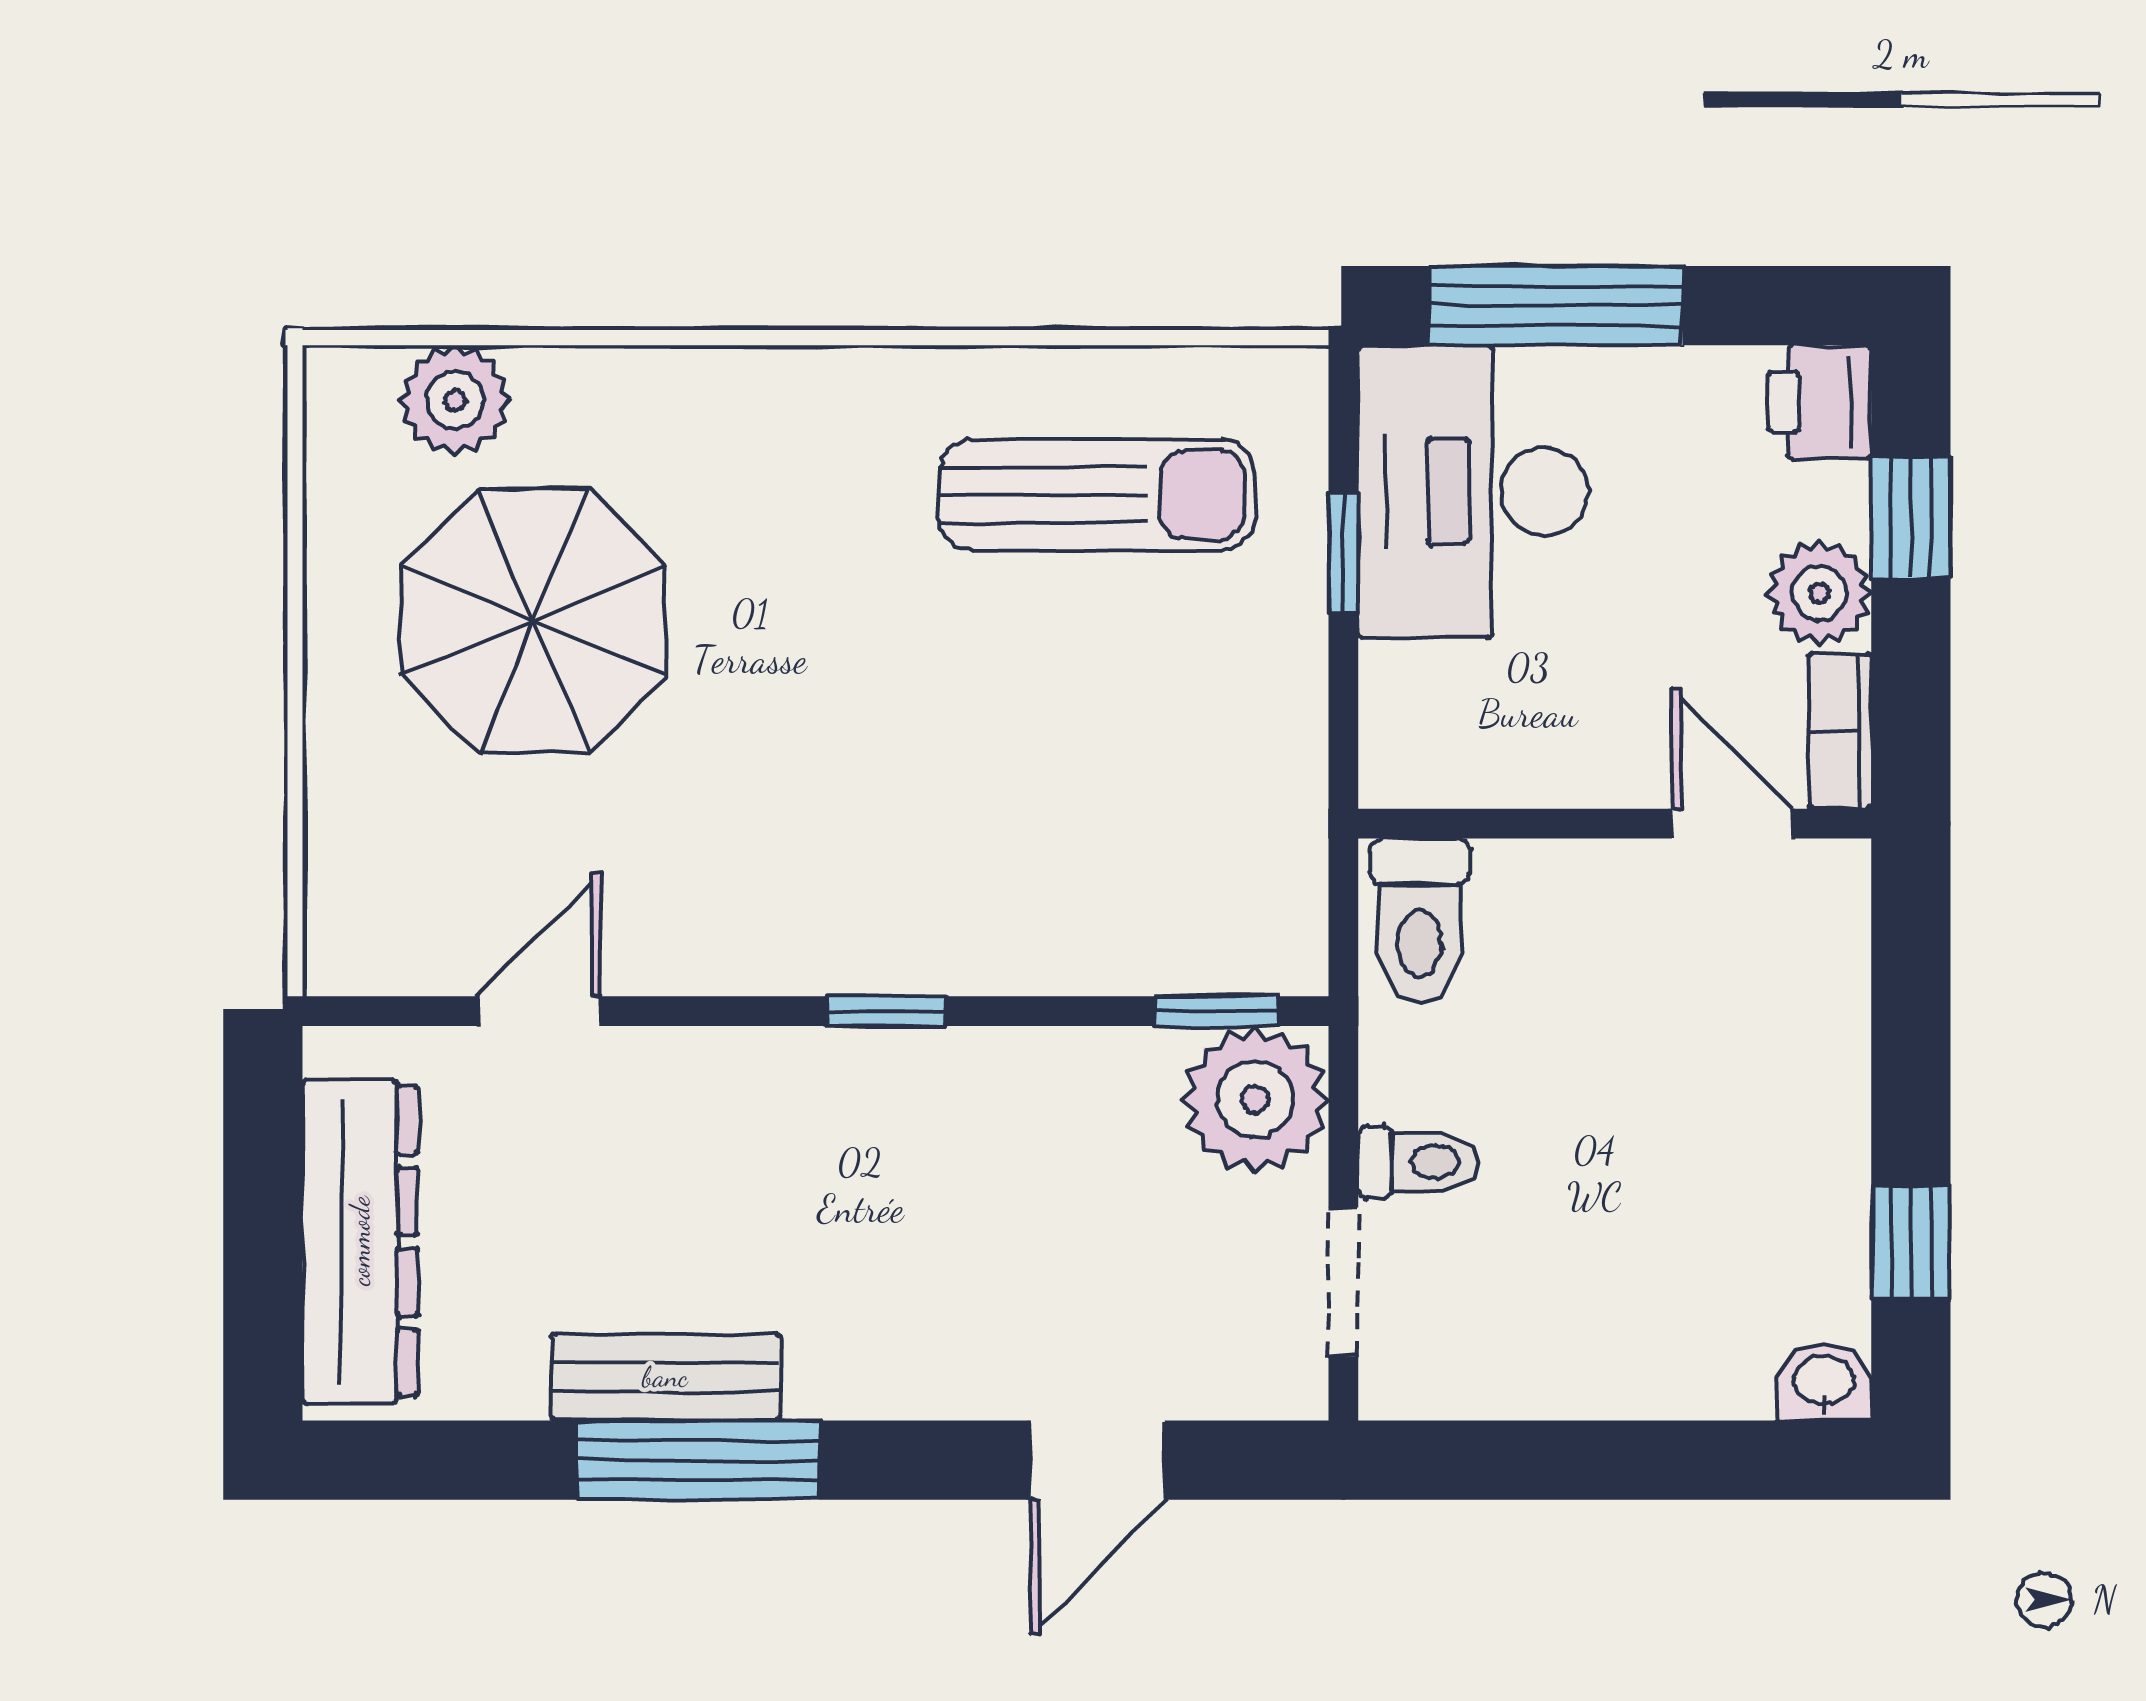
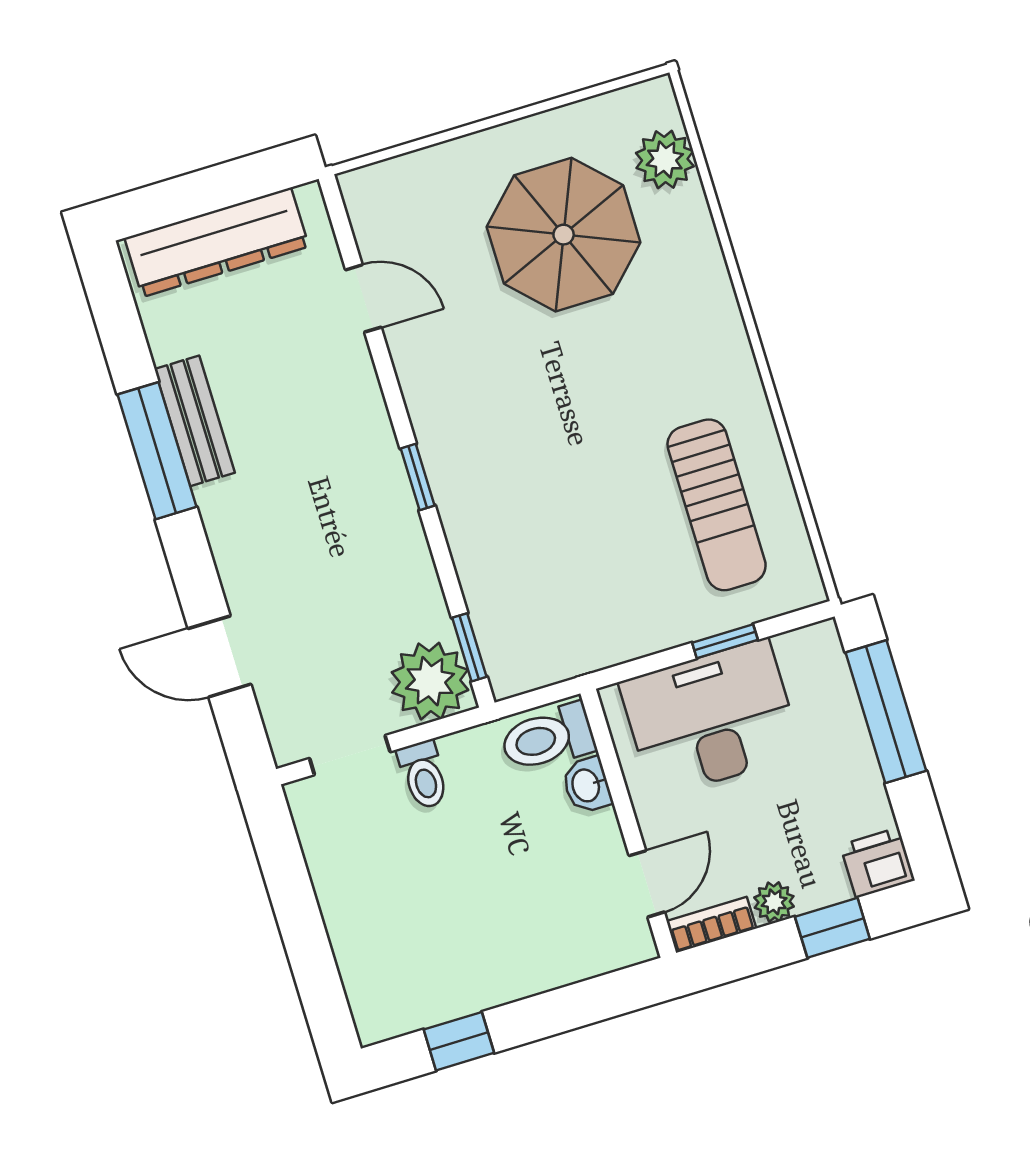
desk: (1473, 491) -> (711, 719), moved
plant: (1819, 593) -> (774, 902), width x0.73, depth x0.73
washbasin: (1824, 1382) -> (587, 785), moved, turned 180

